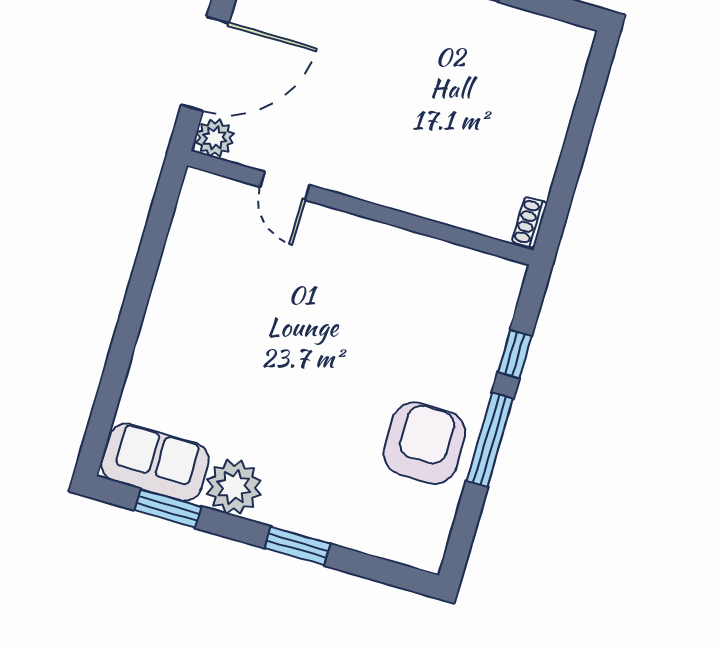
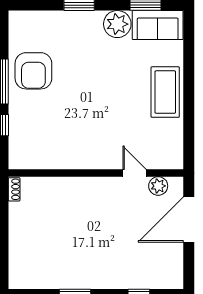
plant: (215, 138) -> (158, 186), moved
coffee table: (179, 327) -> (165, 92), added

